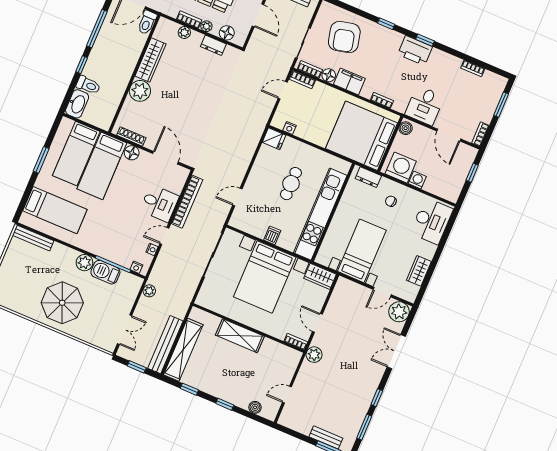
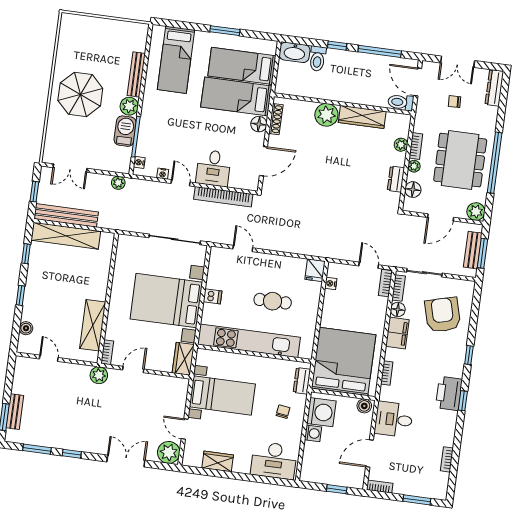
armchair: (344, 37) -> (443, 315), turned 88
bench: (33, 238) -> (136, 74), moved
shelving: (240, 336) -> (93, 325), moved

